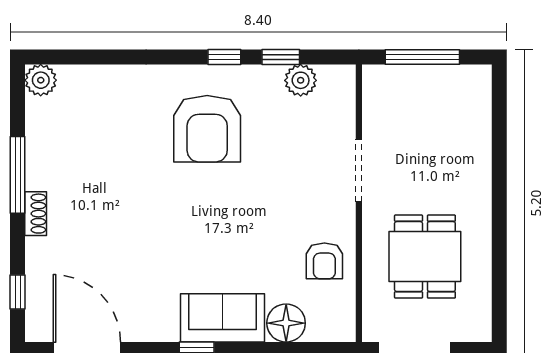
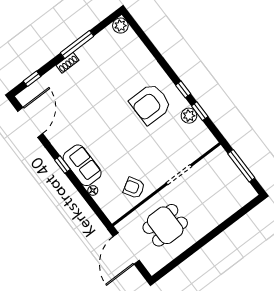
plant: (301, 80) -> (189, 116), moved
armchair: (324, 261) -> (134, 188), turned 59
floor lamp: (286, 323) -> (93, 190), width x0.53, depth x0.53

